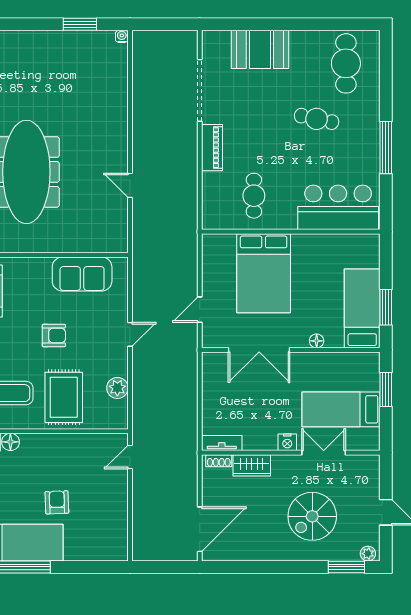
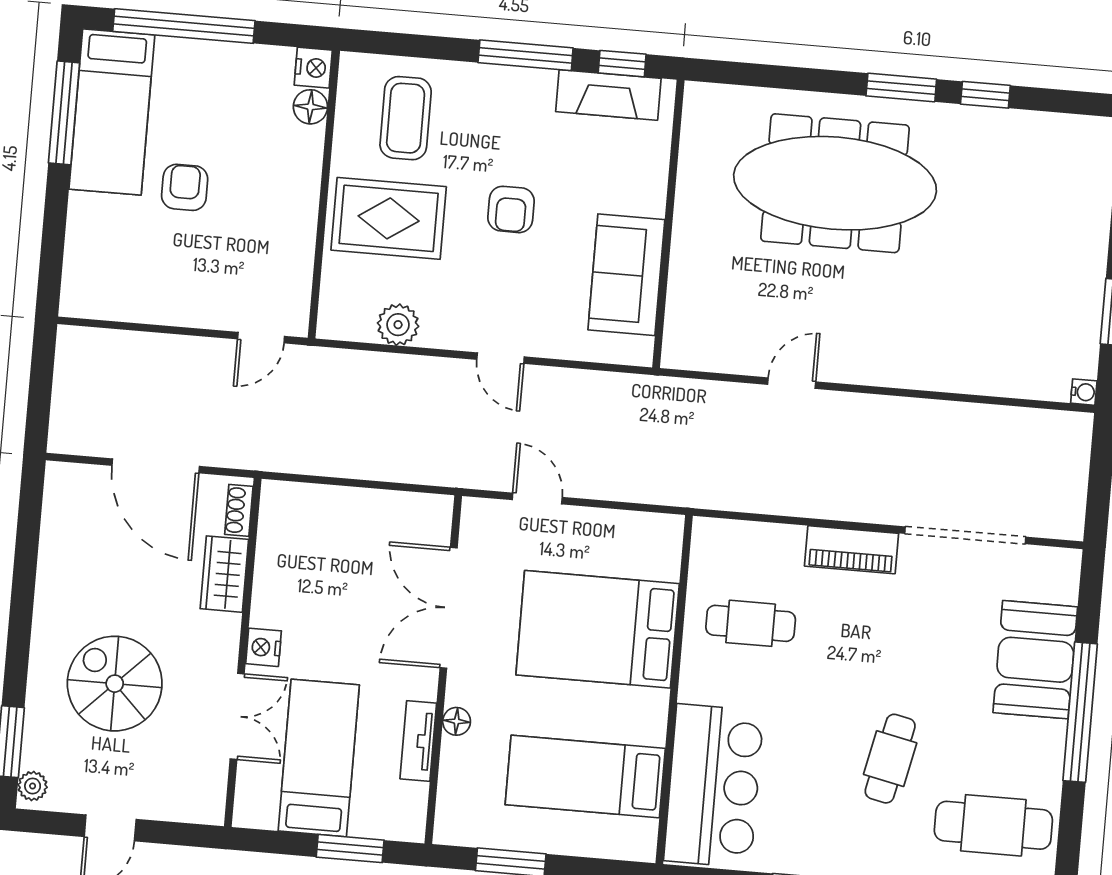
window: (285, 24) -> (1080, 712), added
bed: (362, 308) -> (585, 777), moved, turned 180
tv unit: (222, 443) -> (418, 741), moved, turned 180
door: (130, 457) -> (261, 338), swing flipped
armchair: (57, 502) -> (185, 187), turned -88
door: (200, 529) -> (156, 466), moved

